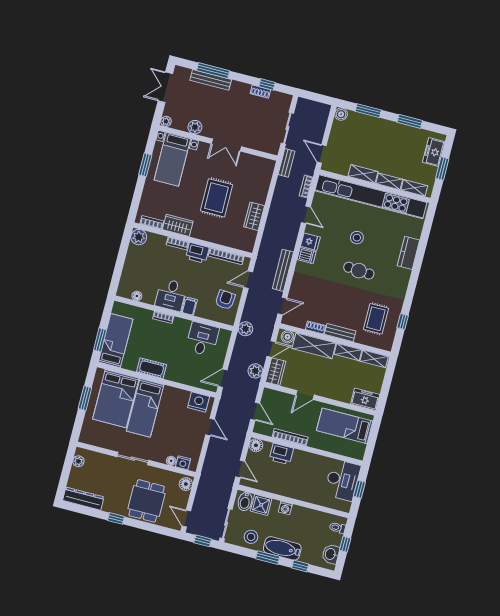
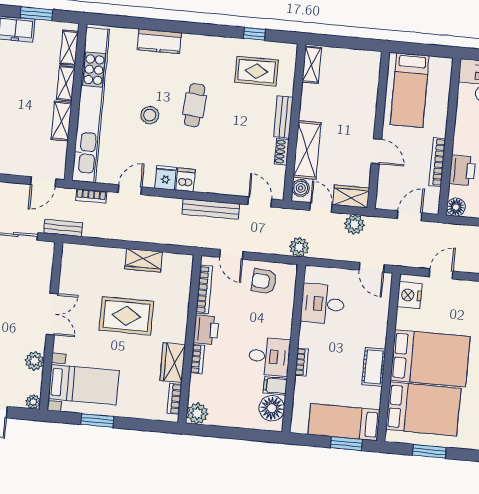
floor lamp: (137, 296) -> (272, 408), width x1.89, depth x1.89
filing cabinet: (189, 306) -> (275, 386), moved
shelving: (348, 352) -> (308, 102), removed
freezer: (365, 399) -> (369, 68), removed
bed: (145, 408) -> (430, 358), width x1.50

